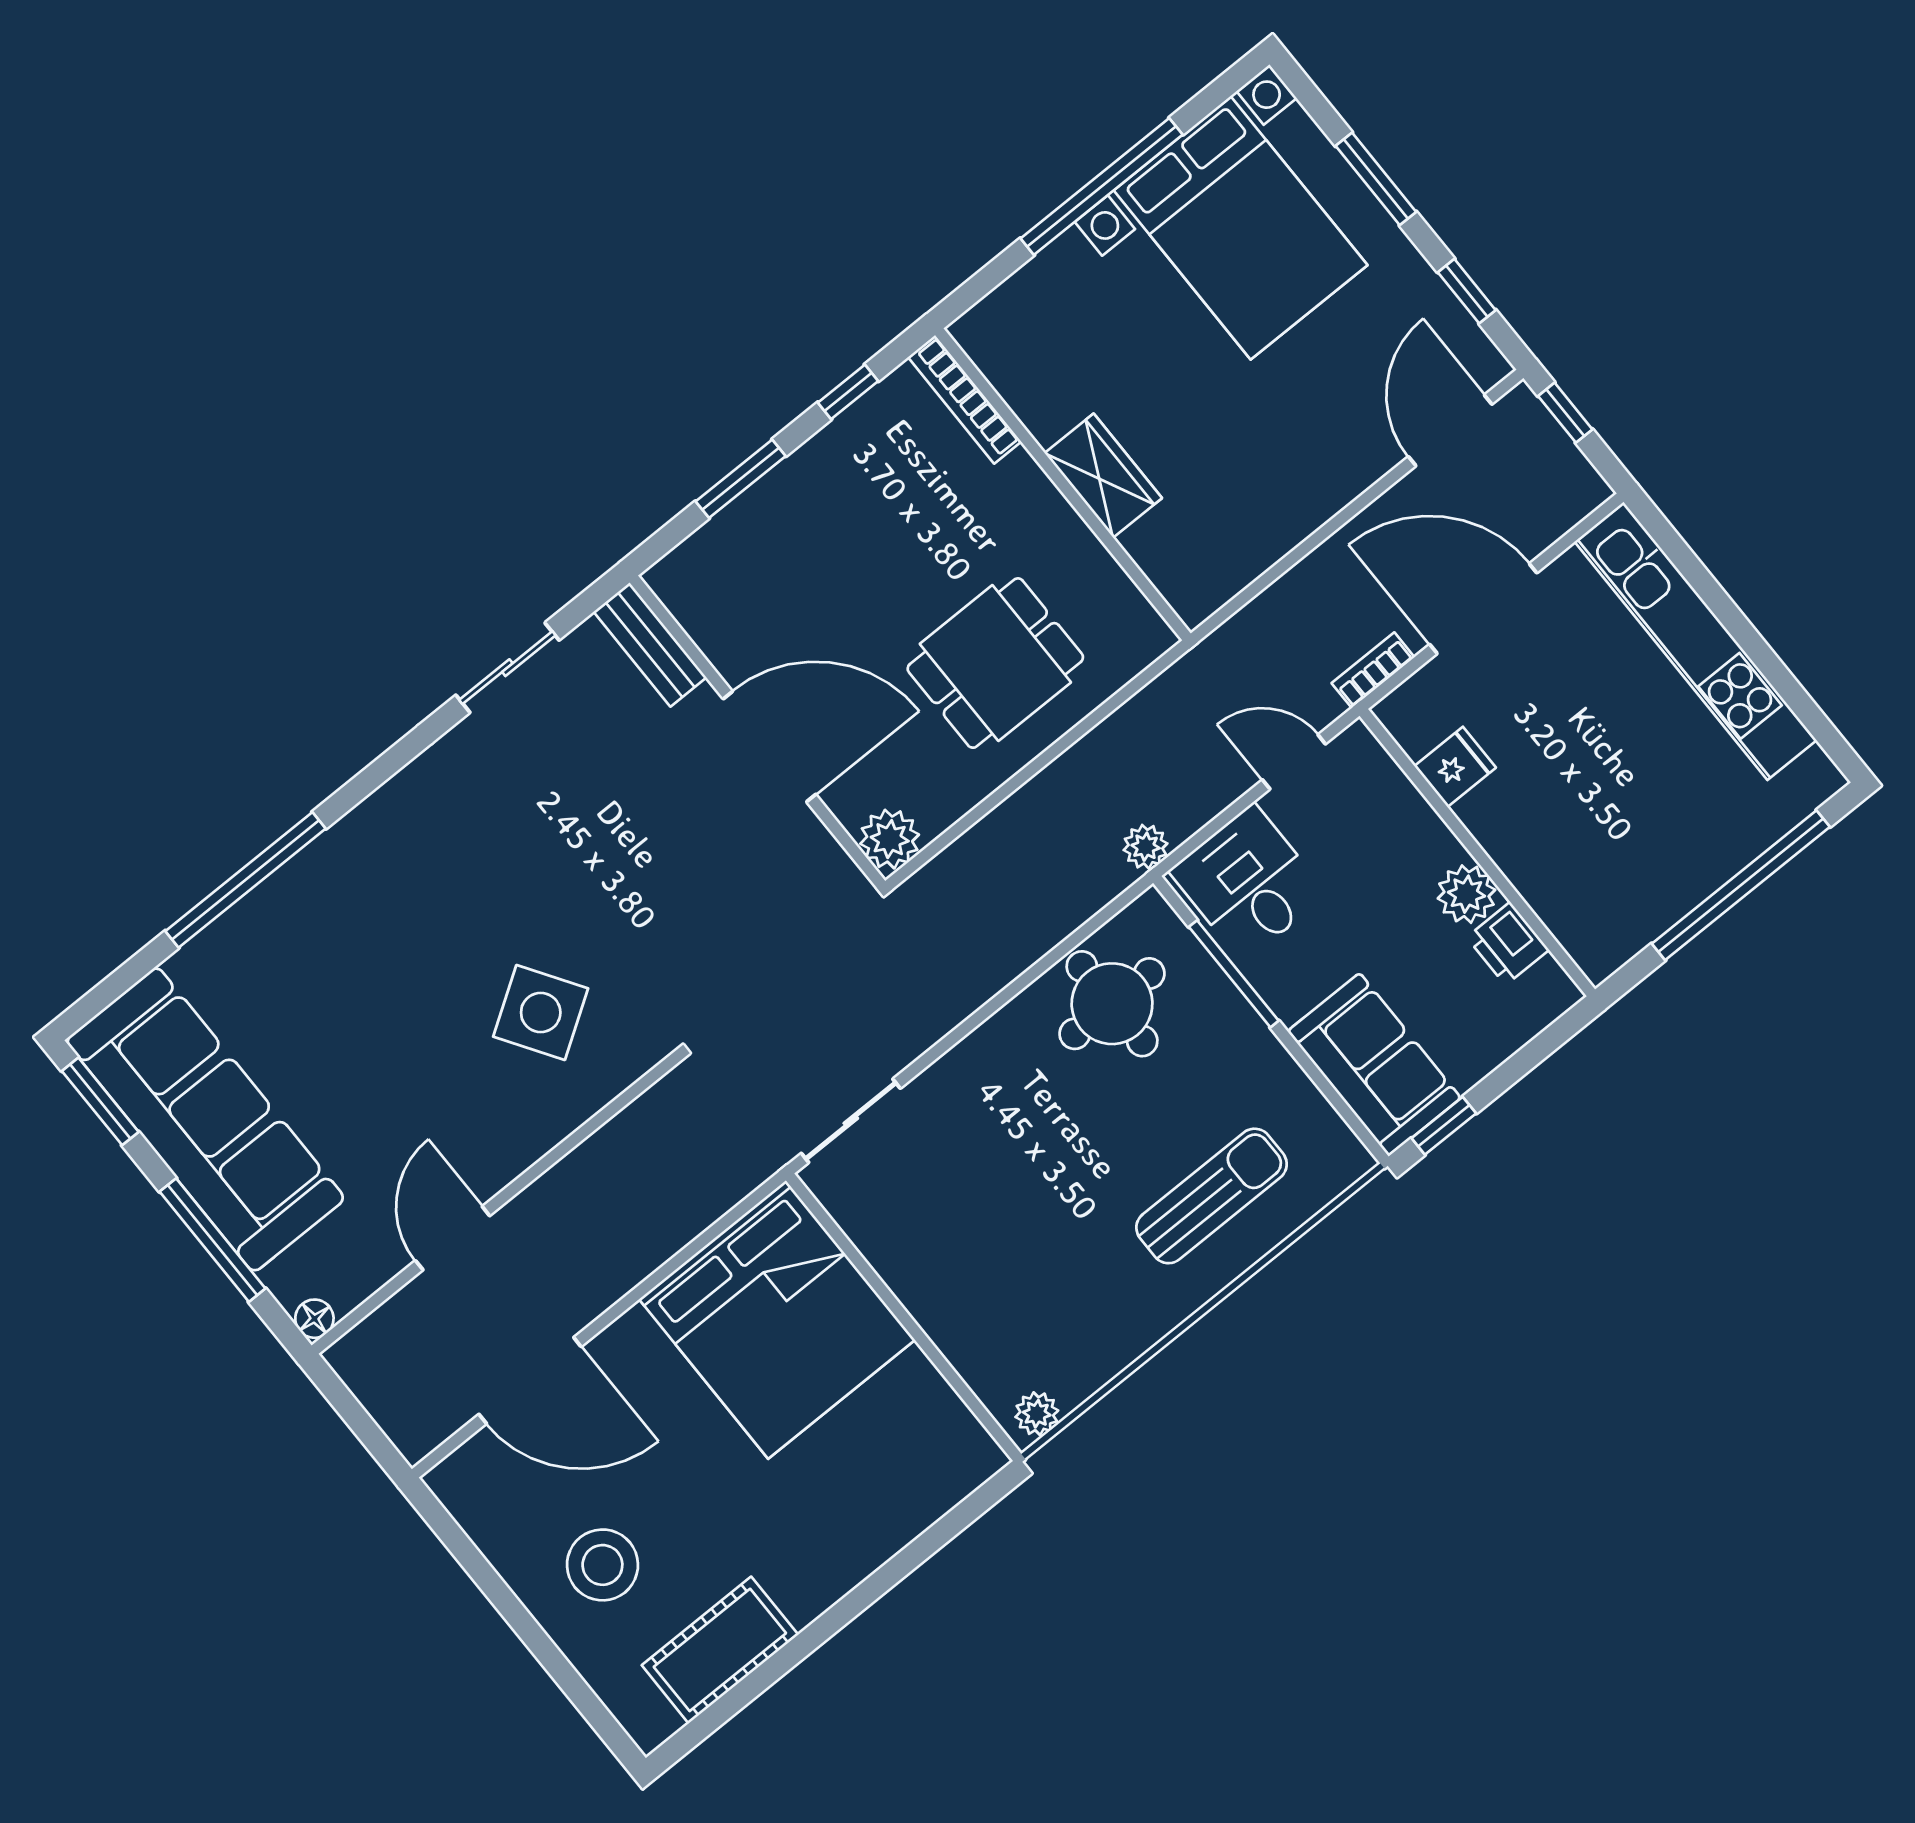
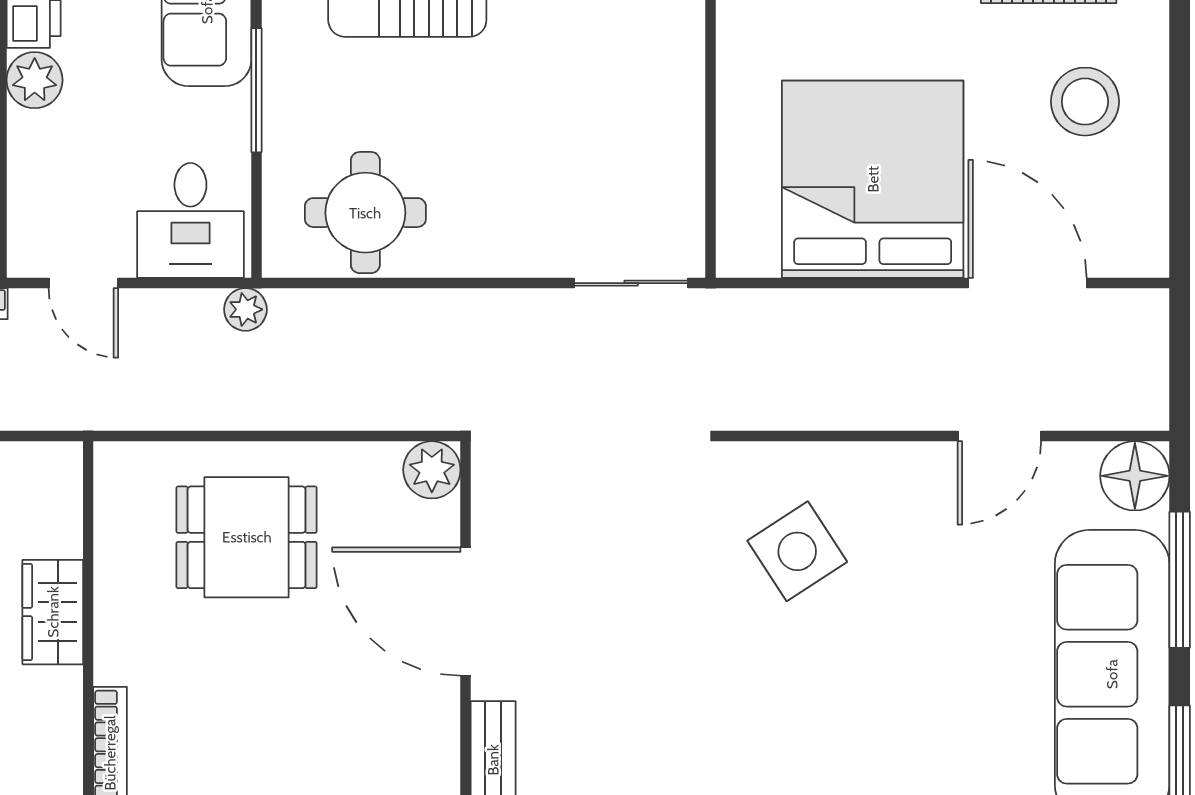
window: (1234, 974) -> (256, 90), moved
floor lamp: (314, 1319) -> (1135, 476), width x1.89, depth x1.89
bed: (777, 1320) -> (873, 179), moved

